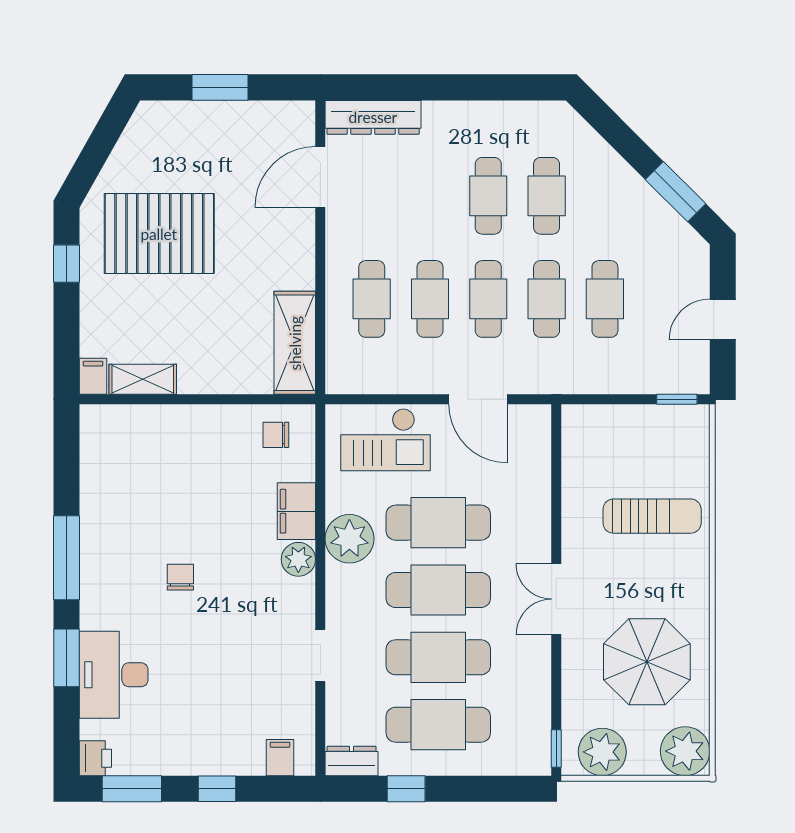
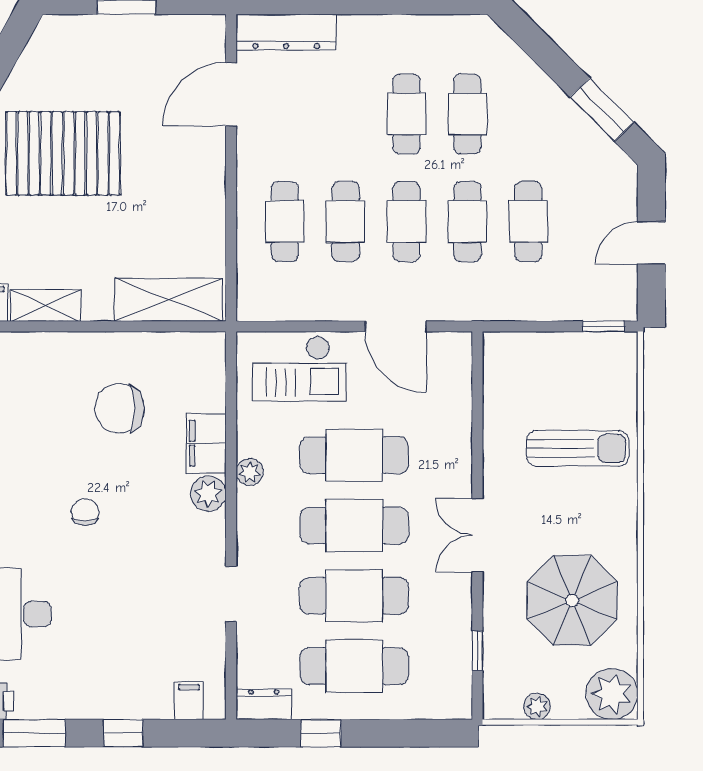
shelving: (295, 343) -> (169, 300), moved, turned 90
chair: (276, 435) -> (119, 408), moved, width x1.87, depth x1.87
plant: (349, 539) -> (250, 472), width x0.53, depth x0.53
window: (556, 748) -> (477, 651), moved
plant: (602, 752) -> (537, 706), width x0.53, depth x0.53

